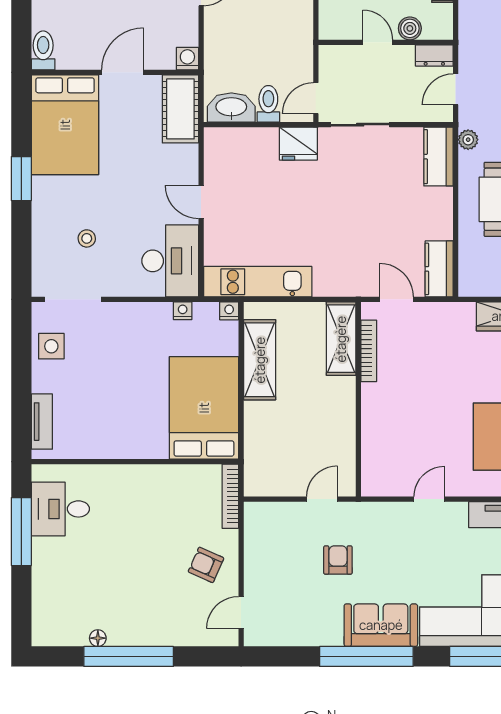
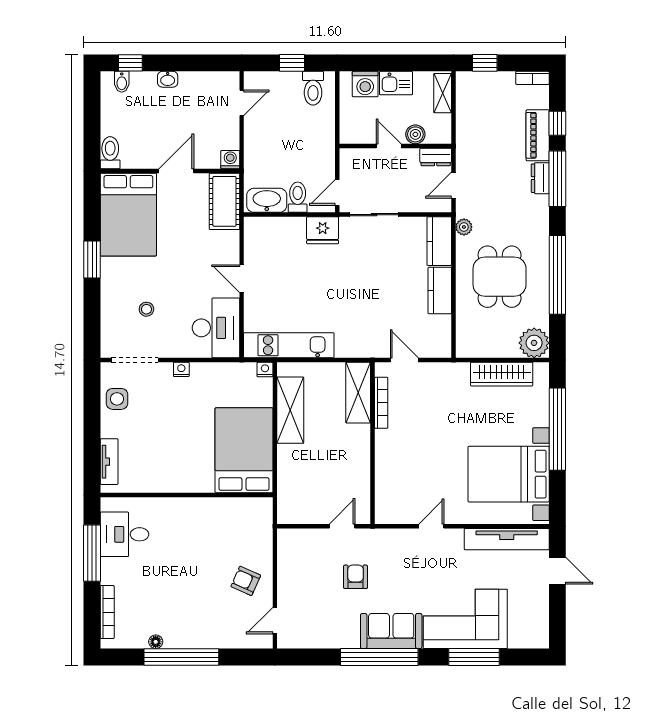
kitchen counter: (439, 269) -> (440, 291), moved
nightstand: (183, 311) -> (181, 369), moved
bookcase: (230, 496) -> (107, 612), moved, turned 180

